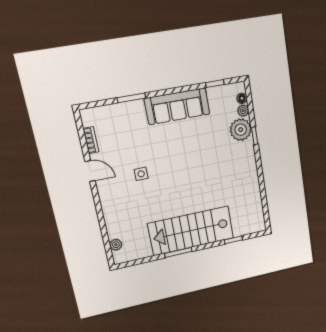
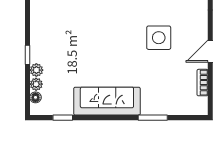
plant: (241, 130) -> (36, 70), width x0.53, depth x0.53
door: (90, 171) -> (210, 51), hinge flipped
side table: (141, 174) -> (159, 38), width x1.87, depth x1.87

